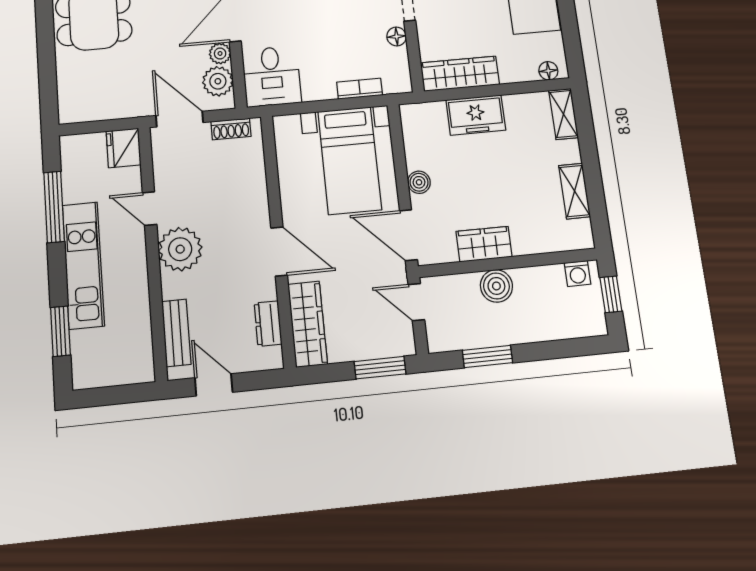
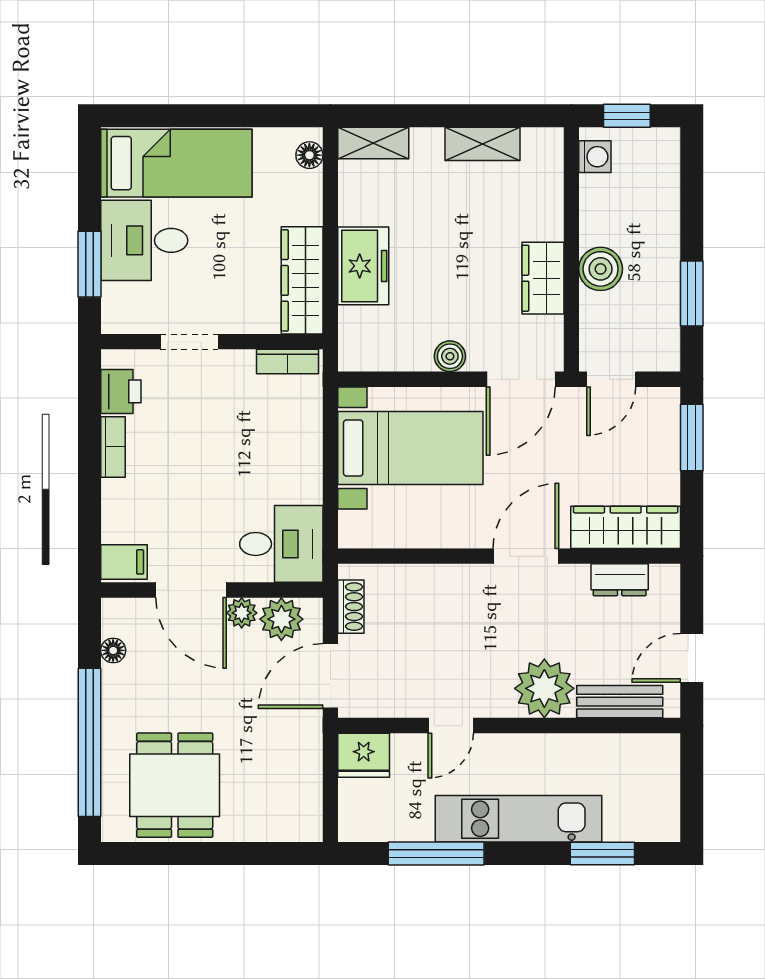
floor lamp: (397, 37) -> (240, 363), removed
bookcase: (360, 89) -> (287, 362), moved, turned -90
plant: (180, 249) -> (544, 688), moved

